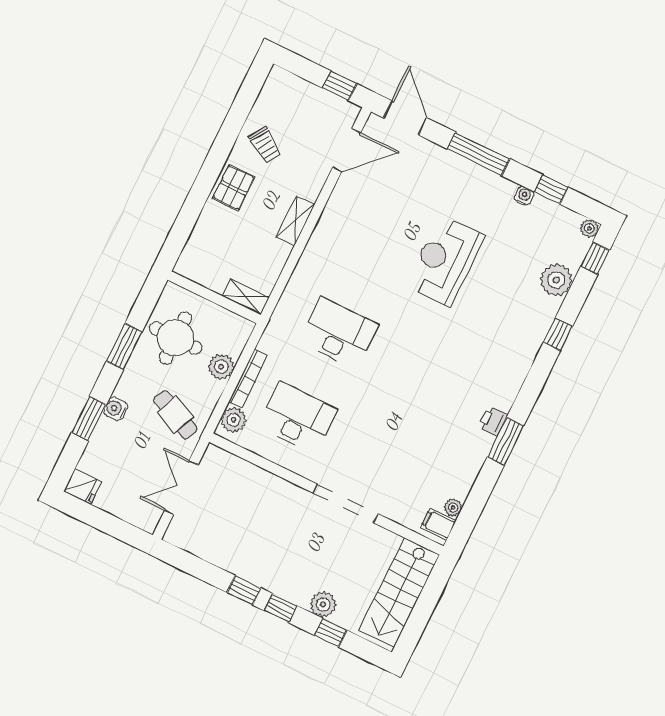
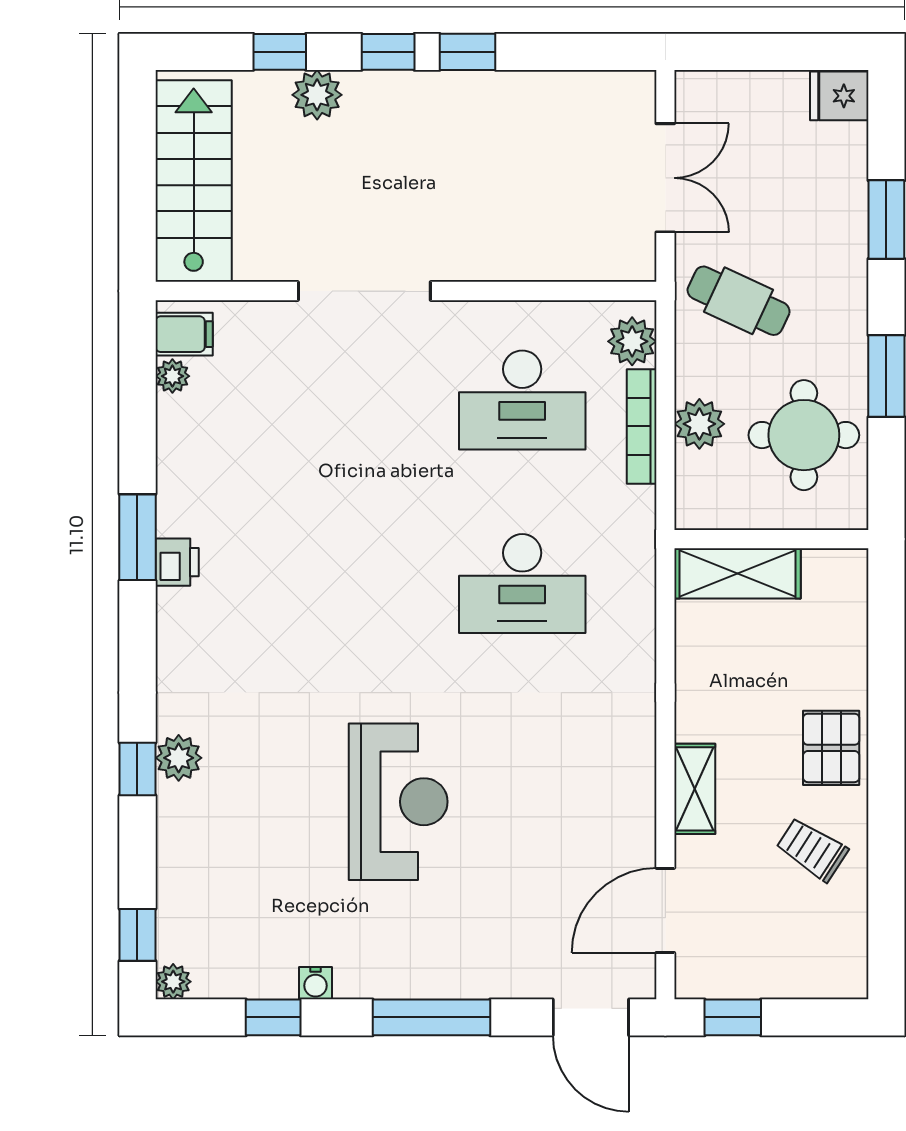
shelving: (295, 221) -> (695, 789), moved
plant: (556, 280) -> (179, 758), moved, width x0.73, depth x0.73
shelving: (246, 297) -> (737, 573), width x1.50, depth x1.33
water cooler: (116, 409) -> (848, 260), removed

